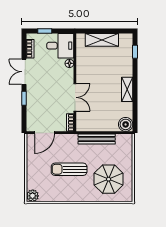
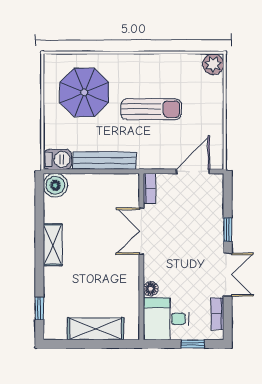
barbecue: (124, 140) -> (57, 159), added

